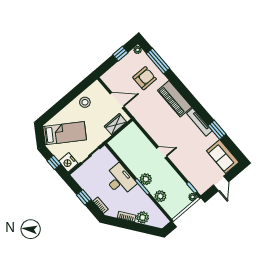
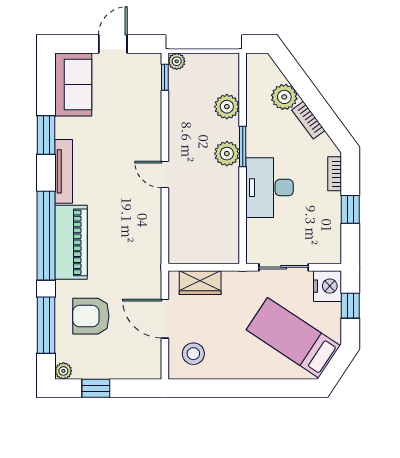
window: (186, 93) -> (46, 236), added
stool: (85, 102) -> (193, 354), moved

